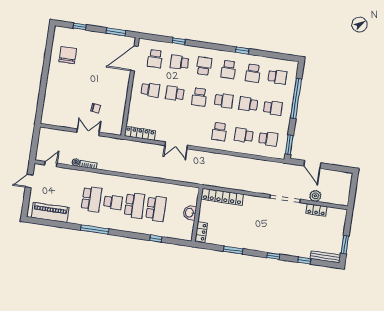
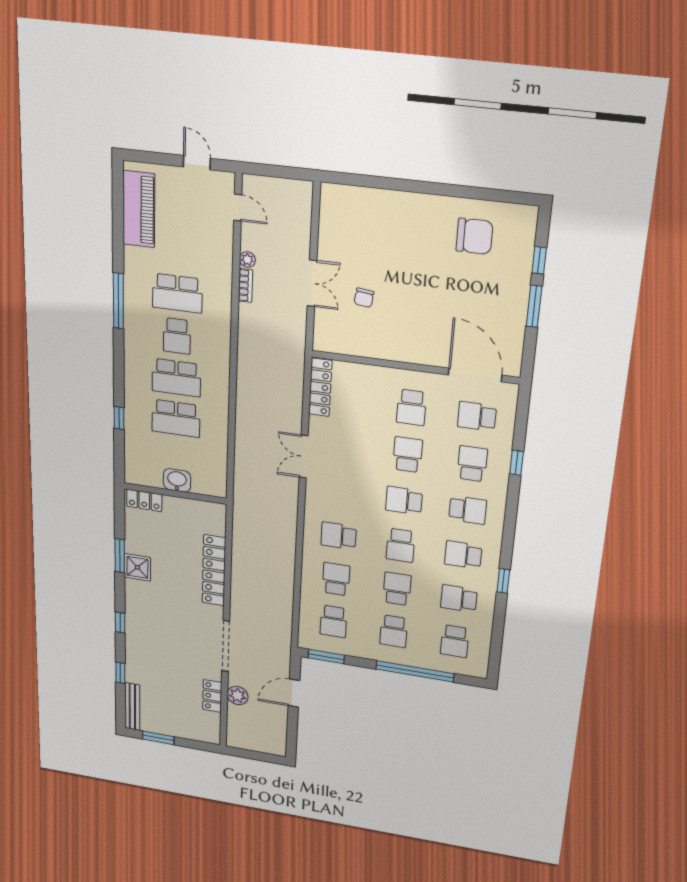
window: (116, 32) -> (534, 306), moved
locker: (222, 197) -> (214, 570), moved
shower: (240, 241) -> (137, 567), added

